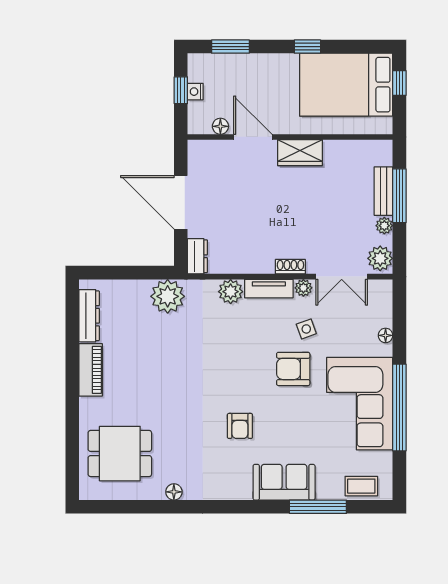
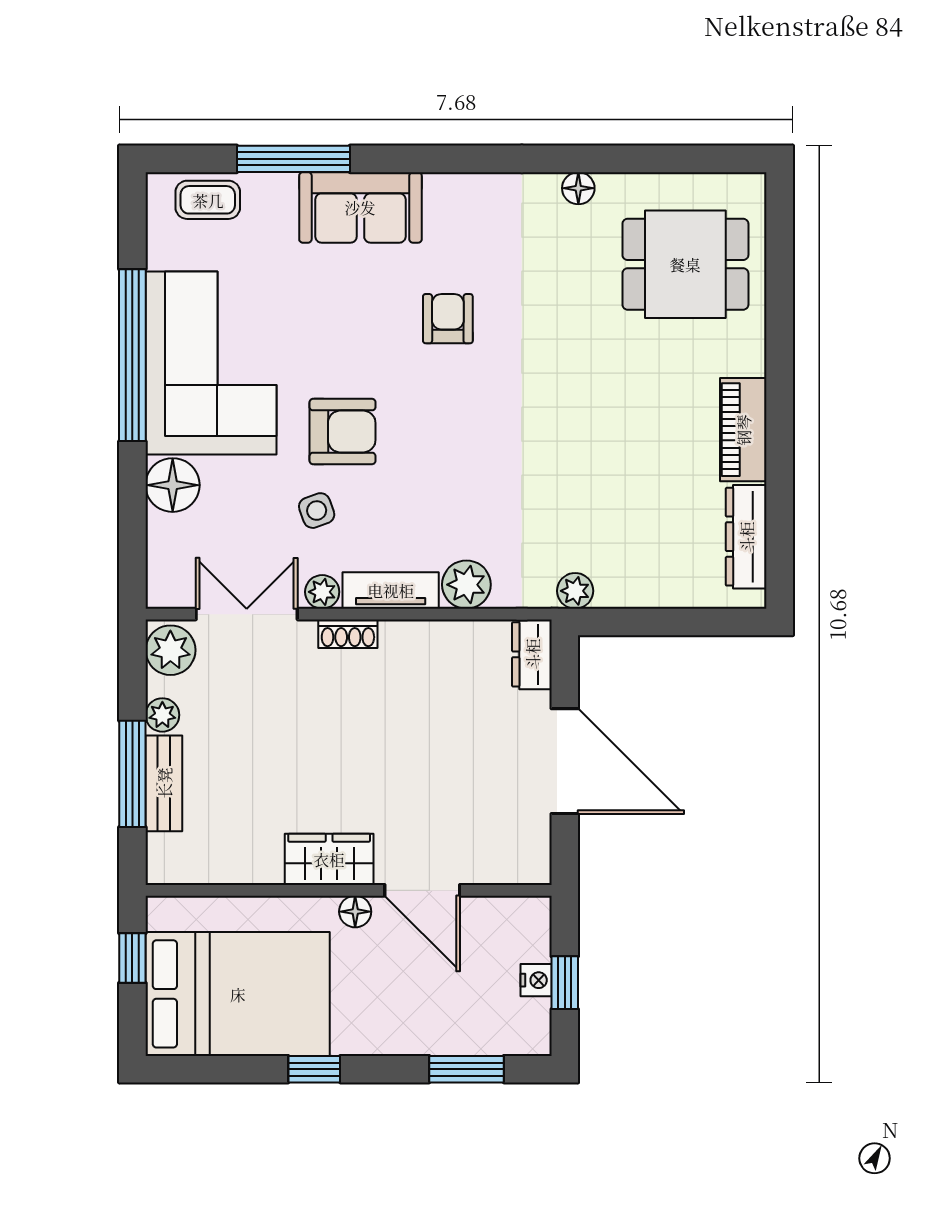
window: (399, 83) -> (132, 958), moved
floor lamp: (220, 126) -> (355, 912), moved
plant: (168, 296) -> (575, 591), width x0.53, depth x0.53
floor lamp: (386, 335) -> (173, 485), width x1.89, depth x1.89

